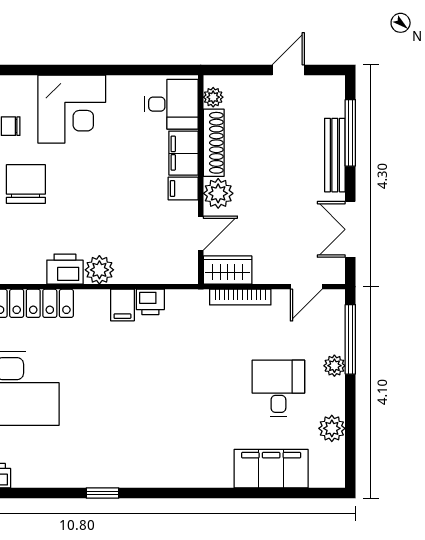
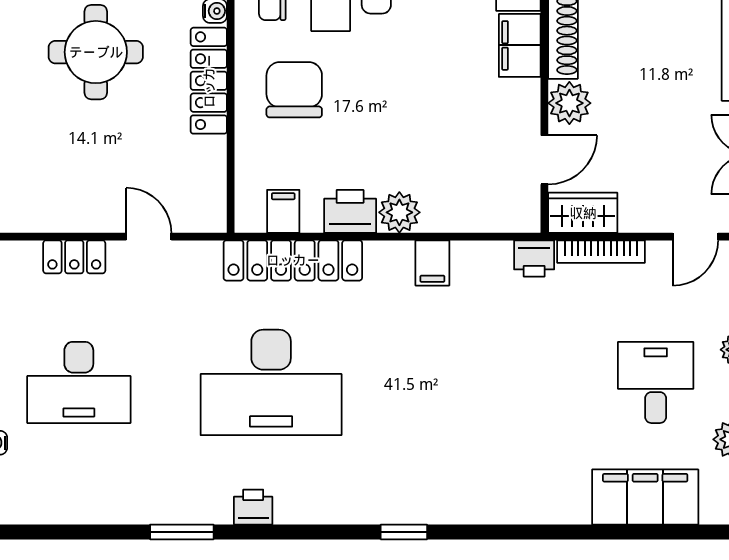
filing cabinet: (183, 188) -> (283, 211), moved, turned 90
printer: (150, 302) -> (534, 258), moved

